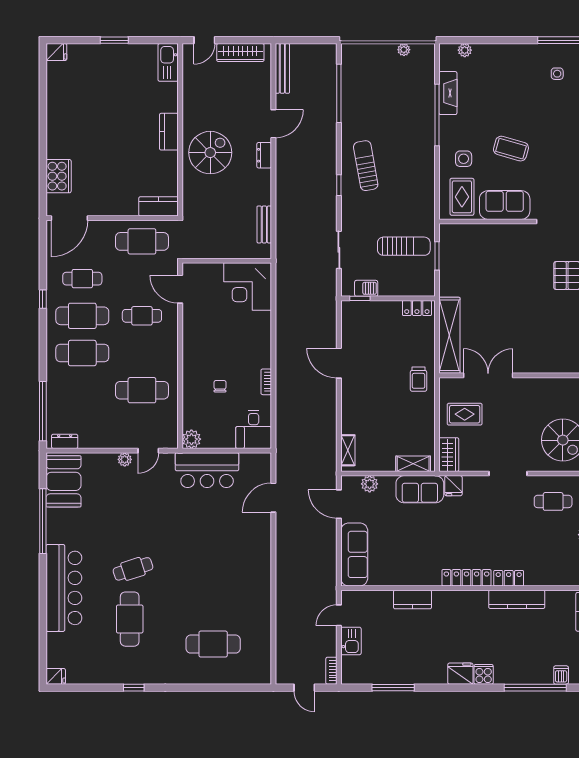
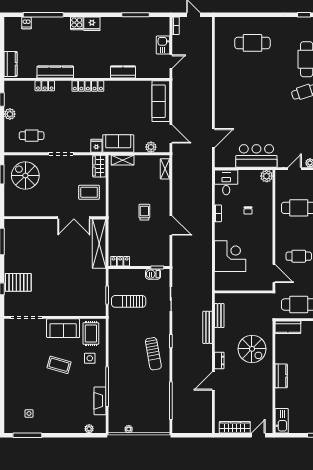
bench: (282, 68) -> (208, 327), moved
spiral stairs: (210, 153) -> (252, 349), moved, turned -90
corner desk: (248, 287) -> (230, 256), moved
trolley: (418, 379) -> (144, 212), moved
locker: (509, 578) -> (45, 86), moved

